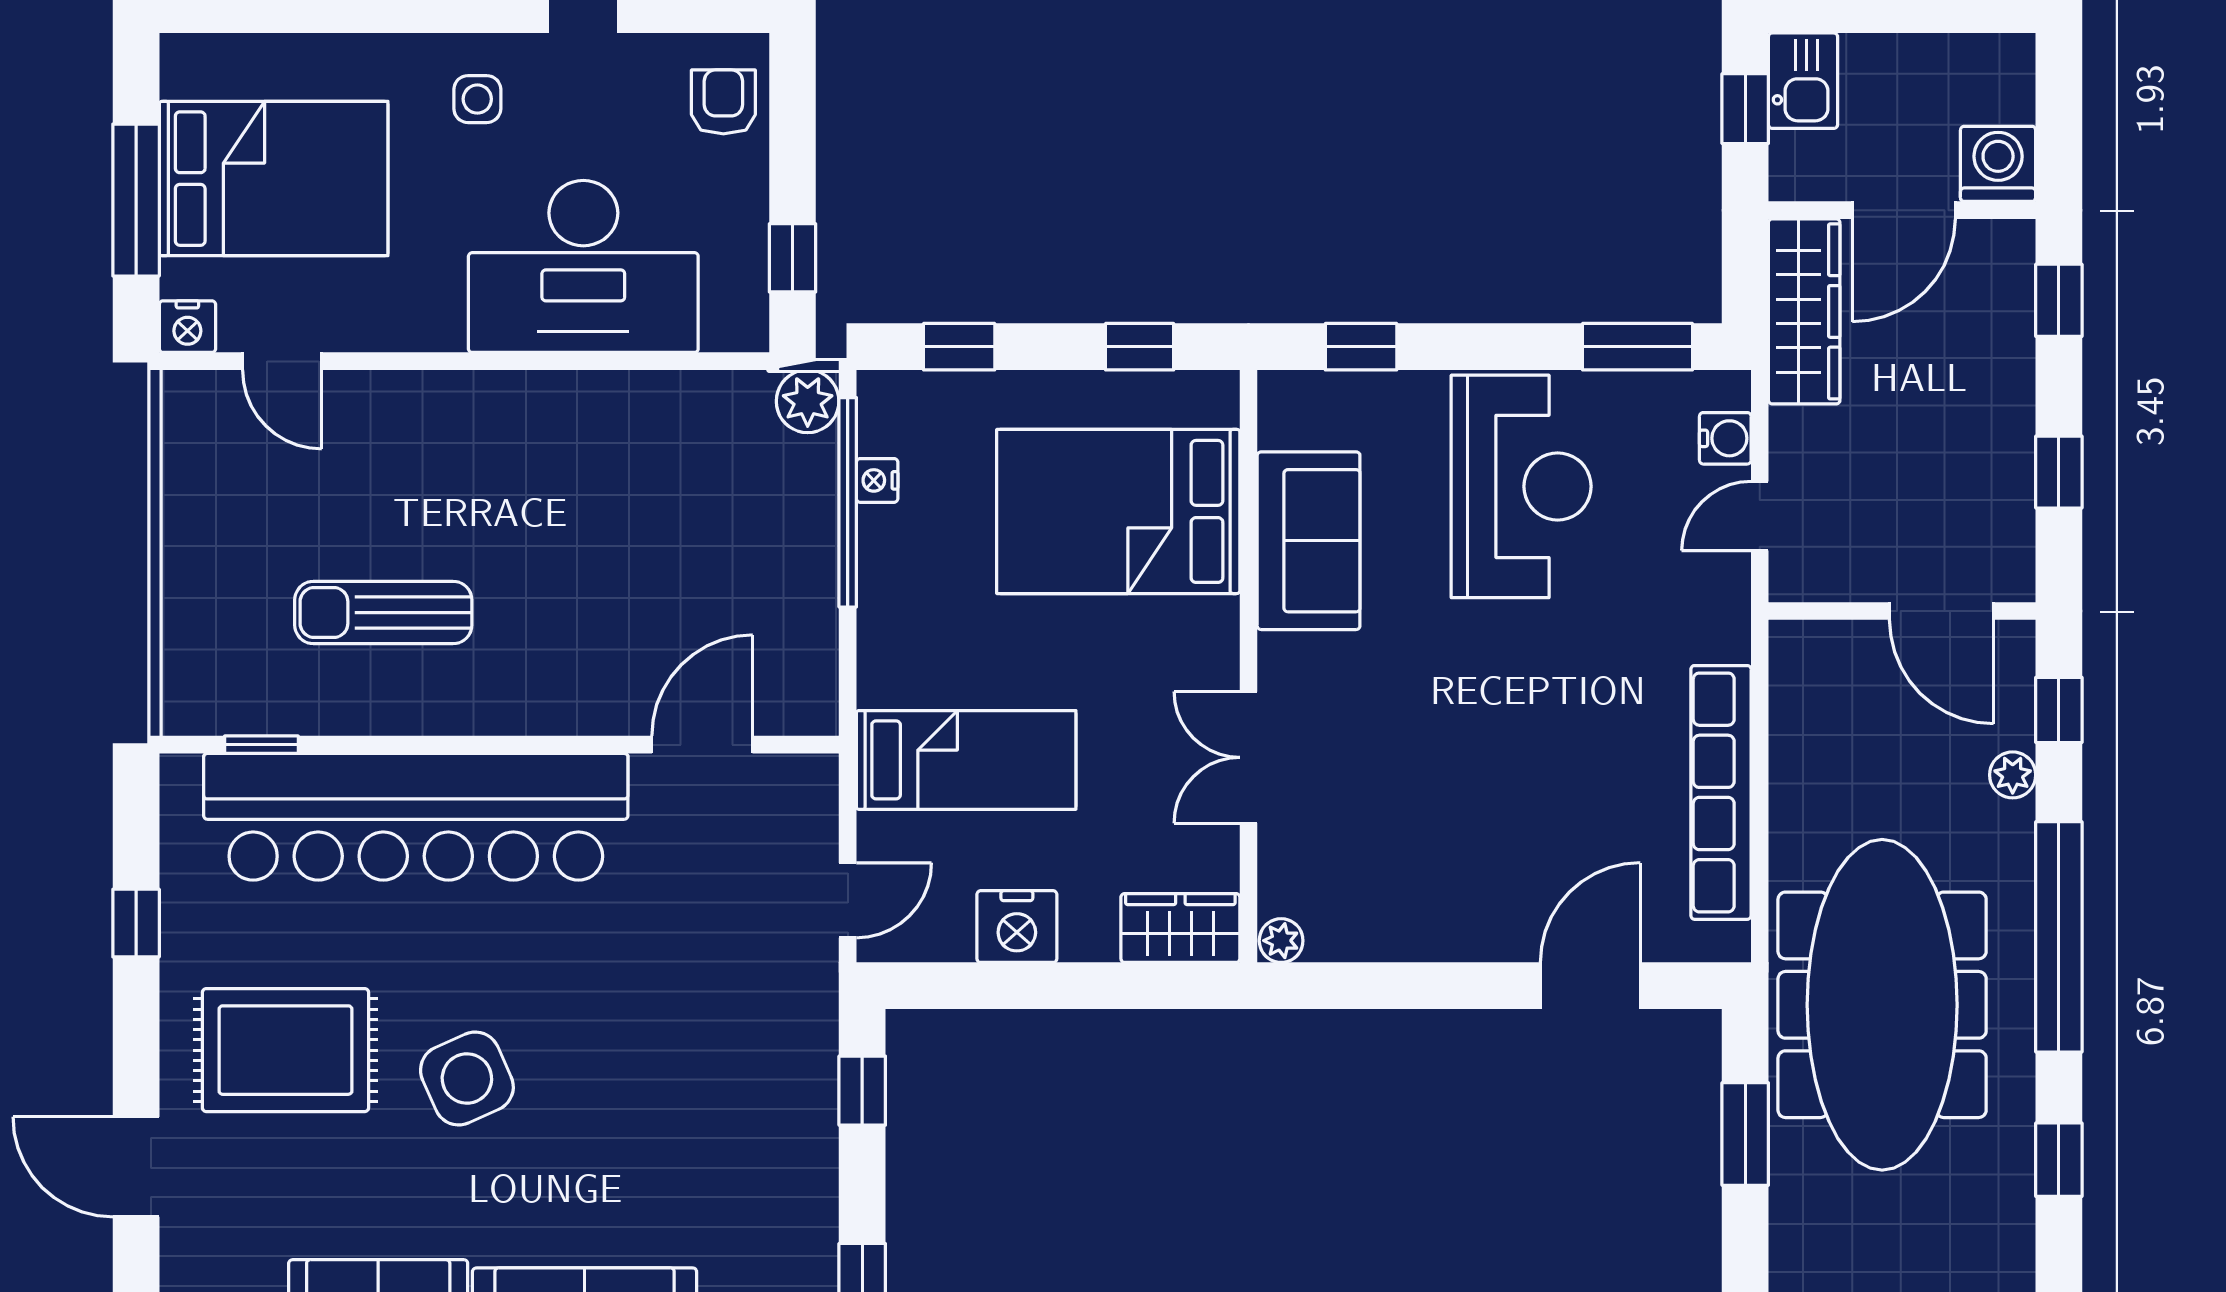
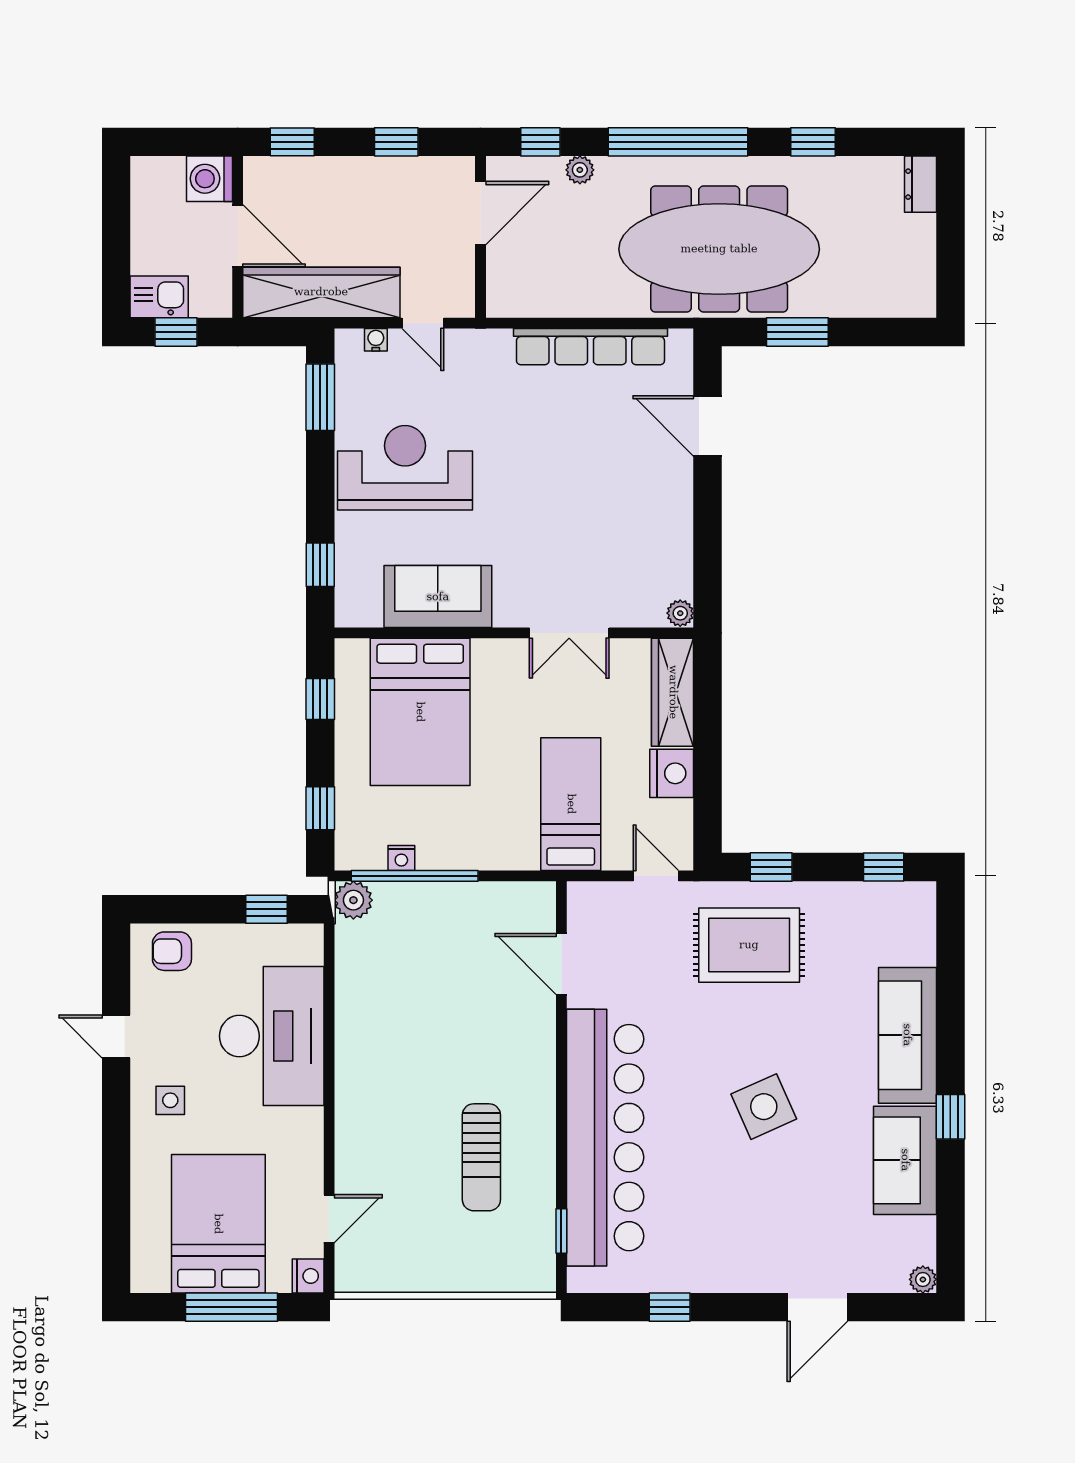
wardrobe: (1804, 311) -> (321, 292), width x1.40, depth x1.17
water cooler: (1725, 438) -> (376, 340), width x0.72, depth x0.72
wardrobe: (1180, 928) -> (673, 692), width x1.50
rug: (285, 1050) -> (749, 945), moved, turned 90

